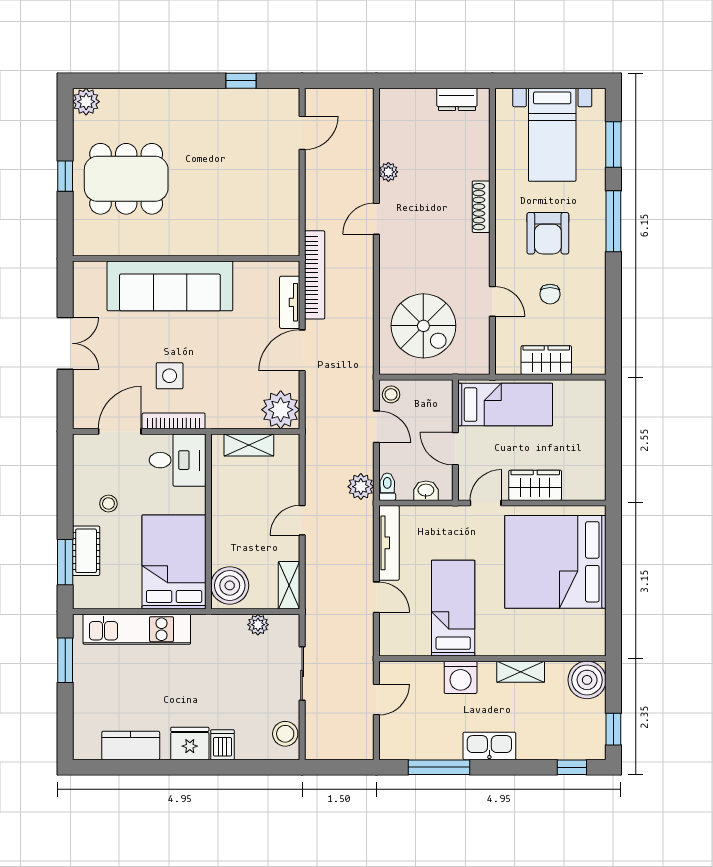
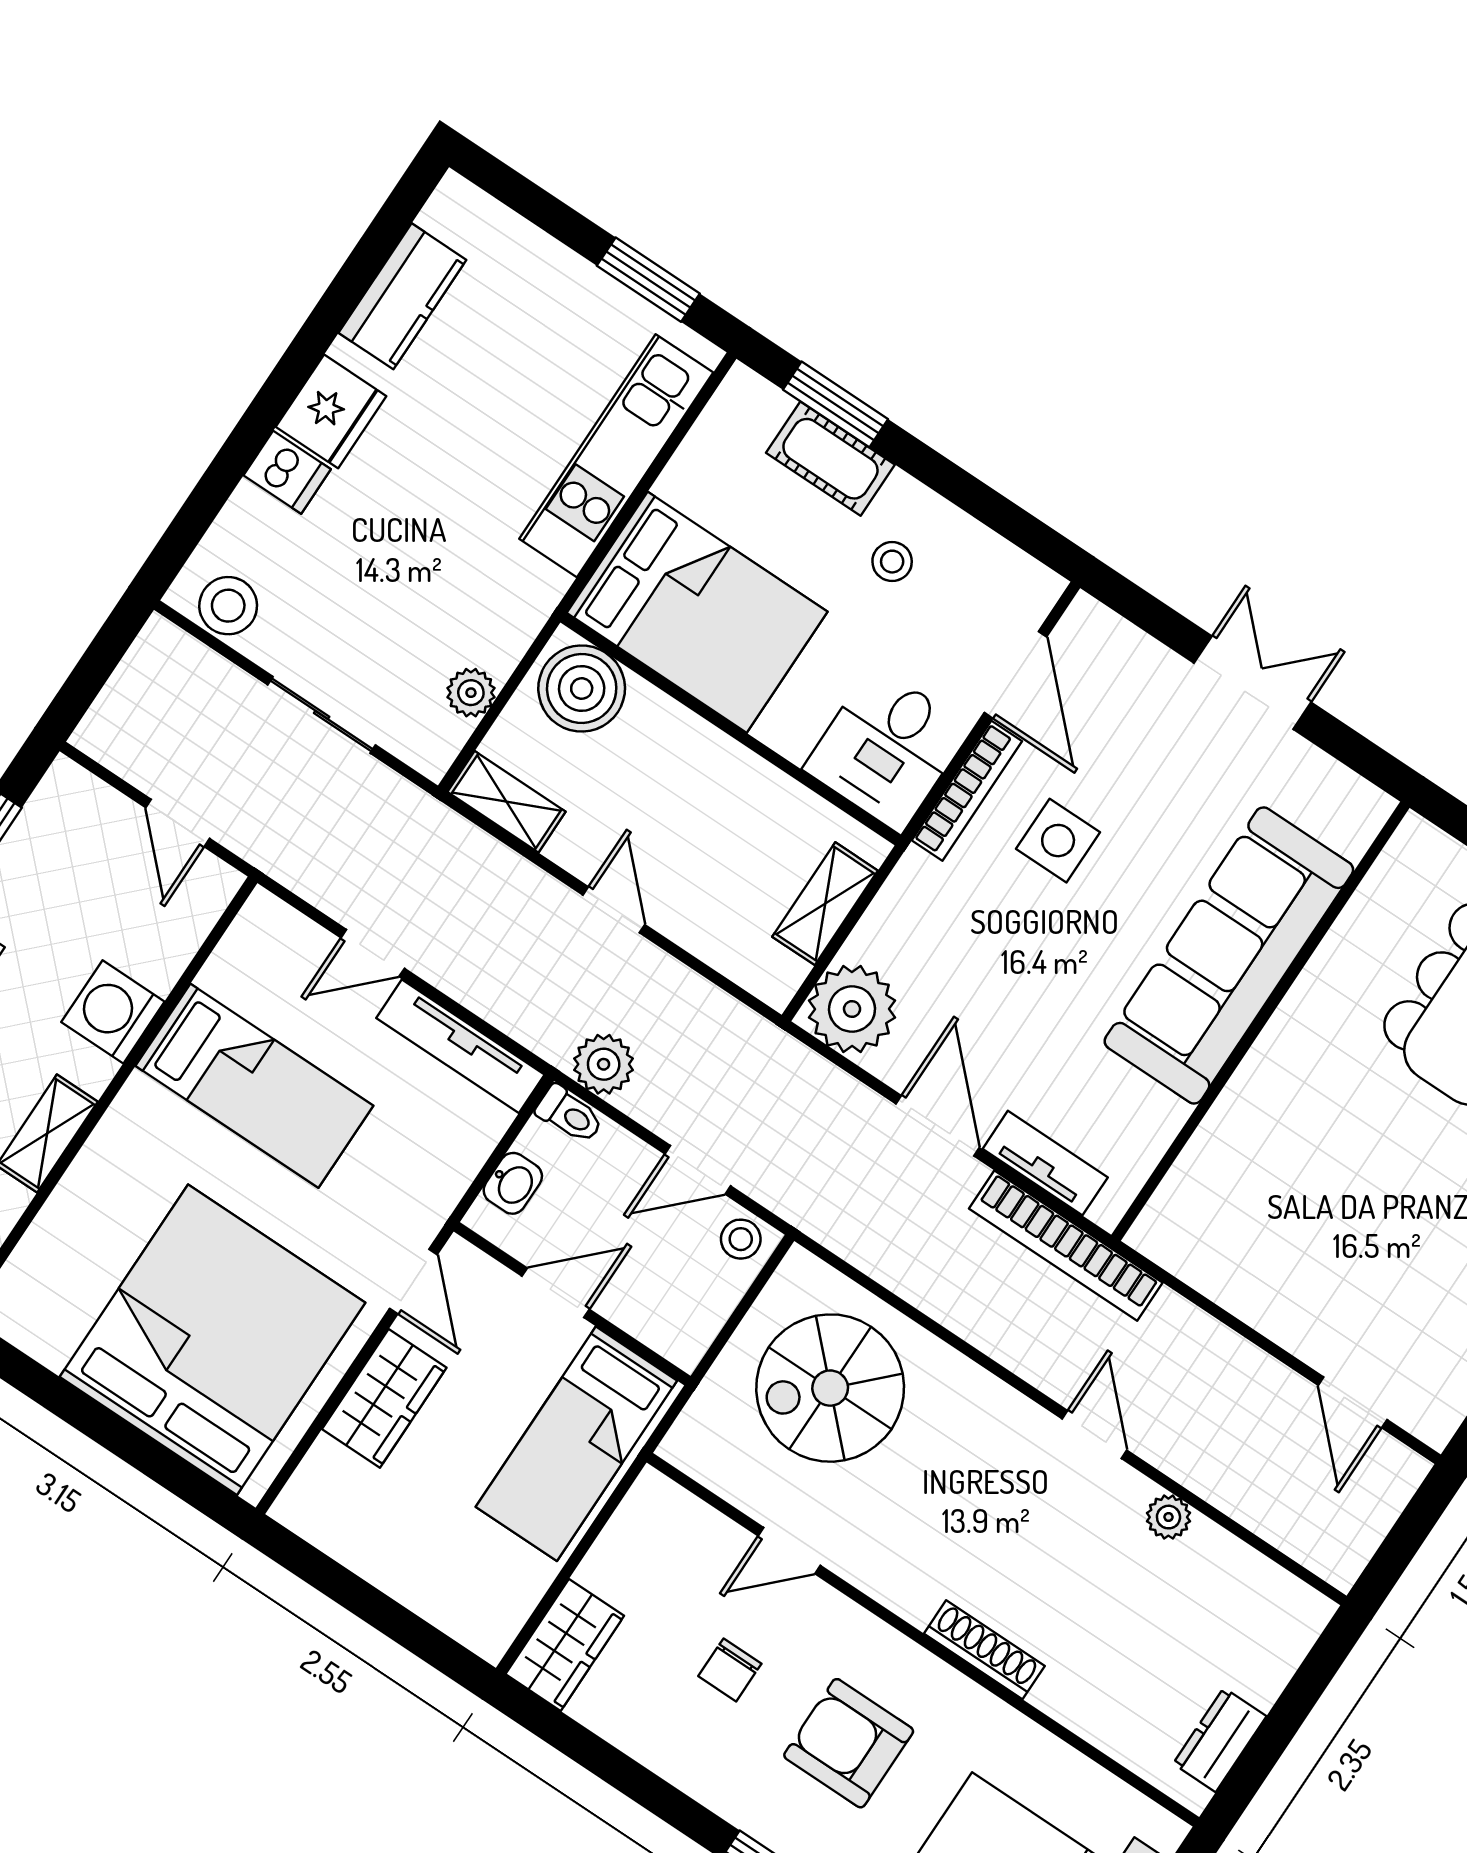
chair: (550, 294) -> (730, 1670), turned -90
double door: (65, 343) -> (1253, 683), swing flipped
wardrobe: (546, 360) -> (565, 1645), moved

